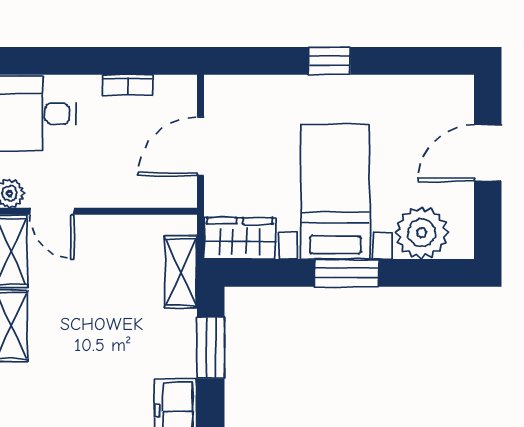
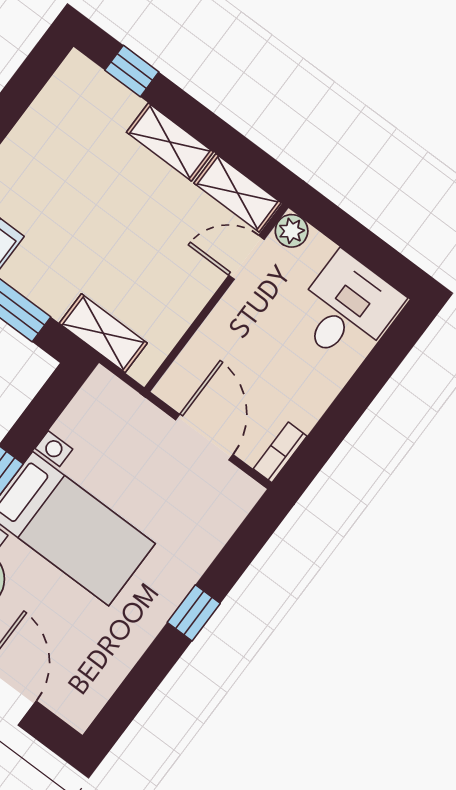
bookcase: (128, 85) -> (280, 452), moved
wardrobe: (240, 238) -> (93, 410), removed

